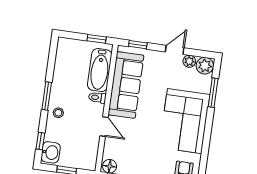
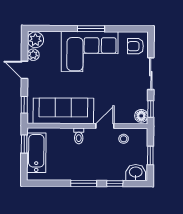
bathtub: (100, 70) -> (36, 153), moved, turned -90
window: (213, 93) -> (91, 29), moved
stool: (58, 113) -> (124, 139), moved
window: (40, 141) -> (115, 184), moved

